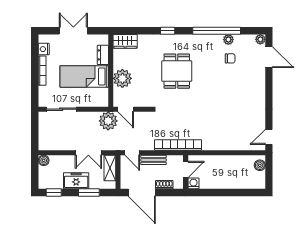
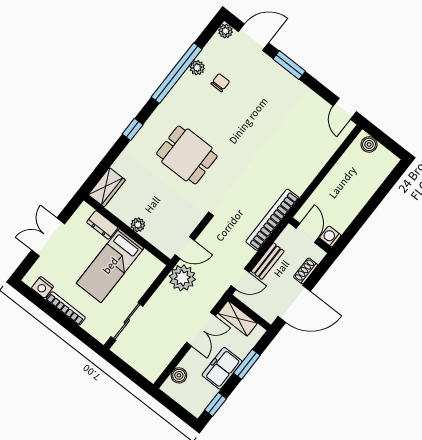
plant: (122, 78) -> (138, 225), width x0.53, depth x0.53
window: (269, 88) -> (289, 65), added
boiler: (44, 160) -> (179, 375), moved

